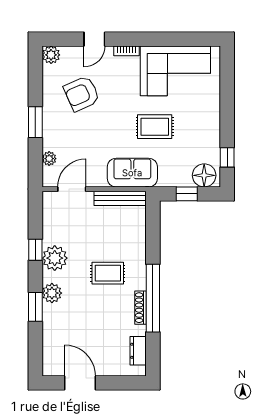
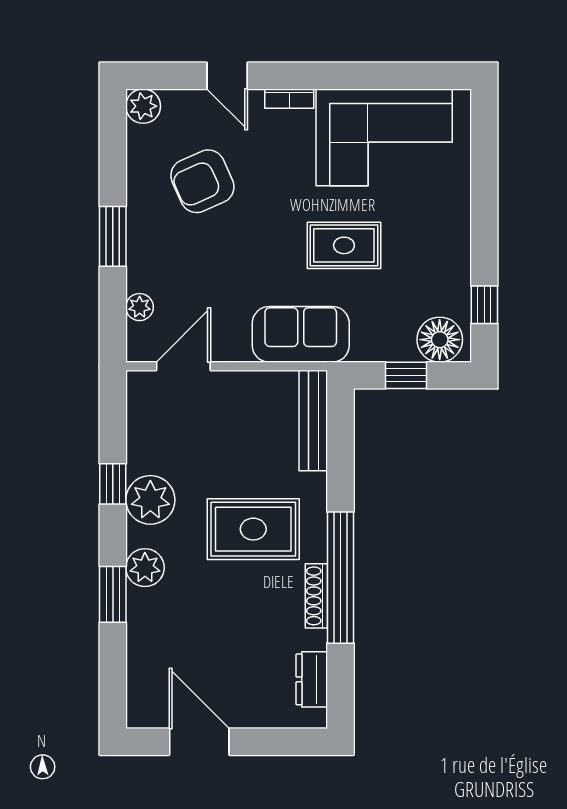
door: (94, 39) -> (227, 76), hinge flipped
bench: (120, 198) -> (313, 421), moved, turned 90
rug: (108, 273) -> (253, 529), width x1.36, depth x1.43

